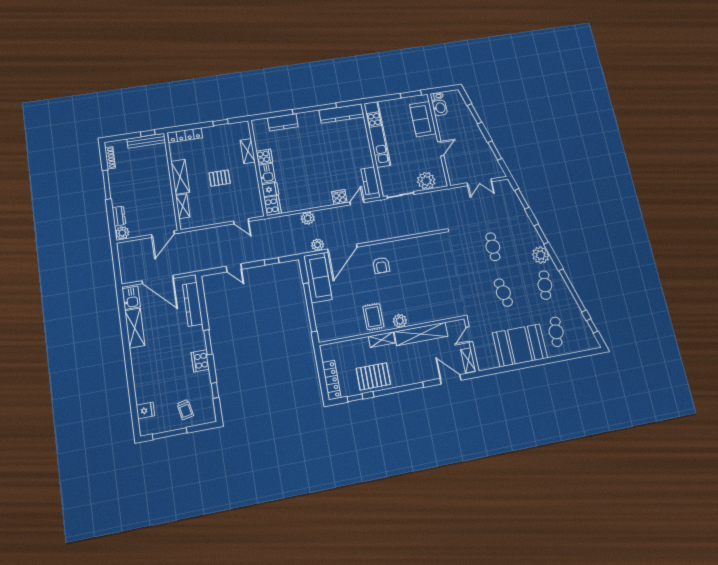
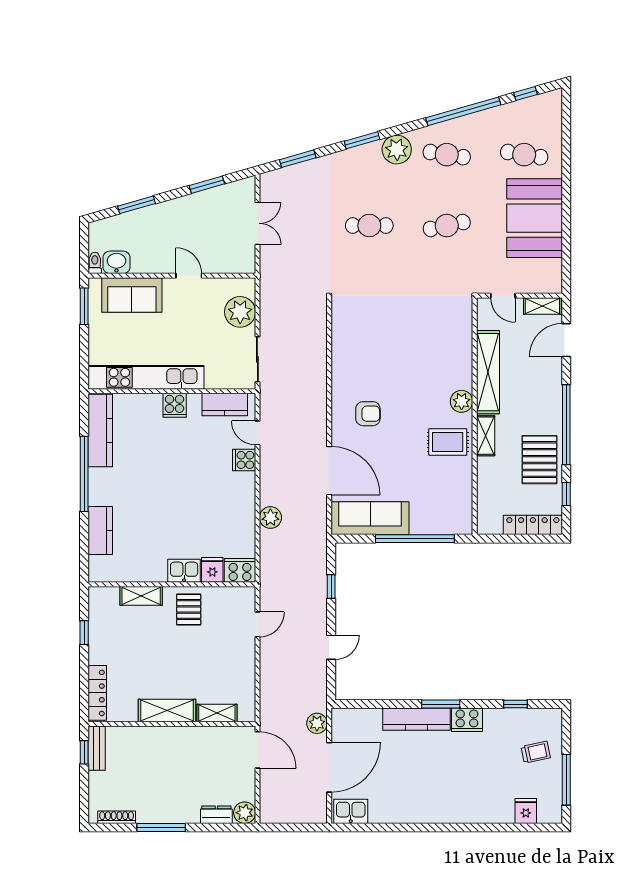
bench: (146, 141) -> (97, 748), width x0.73
cooker: (264, 157) -> (175, 405), moved, turned 180
pallet: (220, 178) -> (189, 610), moved
plant: (318, 245) -> (317, 723), moved
kitchen counter: (193, 304) -> (416, 719), moved
shelving: (135, 328) -> (399, 812), removed

